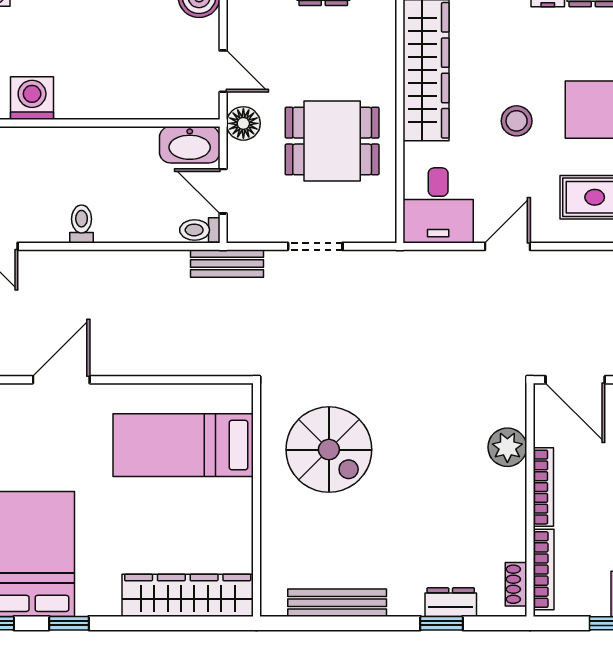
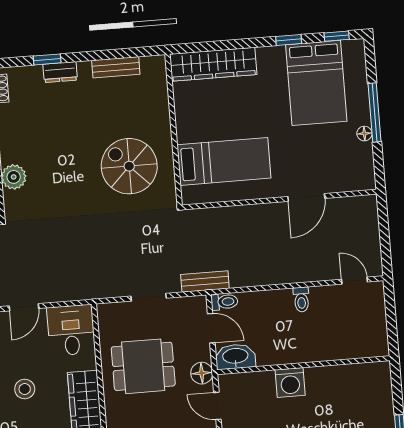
washing machine: (32, 98) -> (290, 383), moved
dresser: (451, 602) -> (60, 72), moved
bench: (337, 603) -> (116, 67), width x0.73

